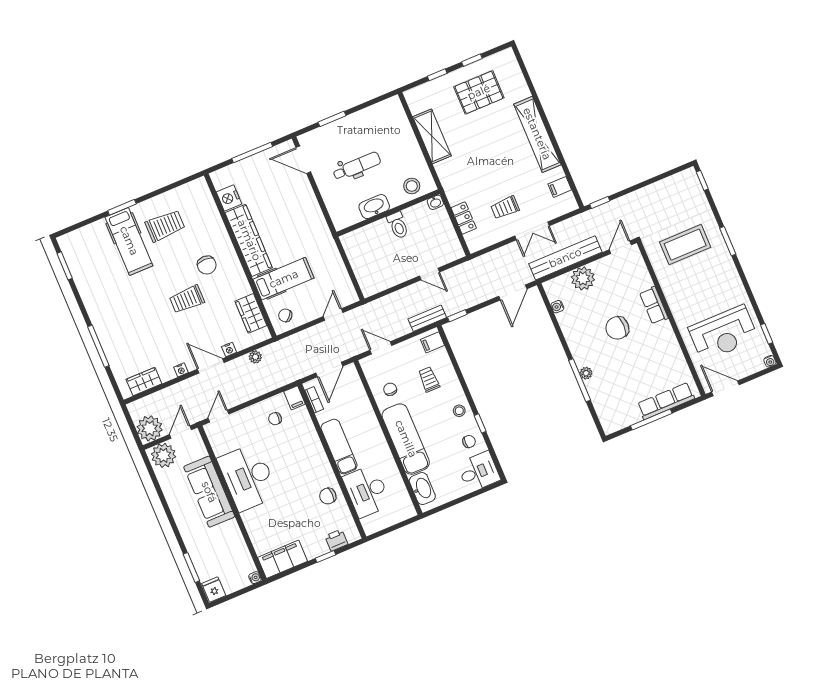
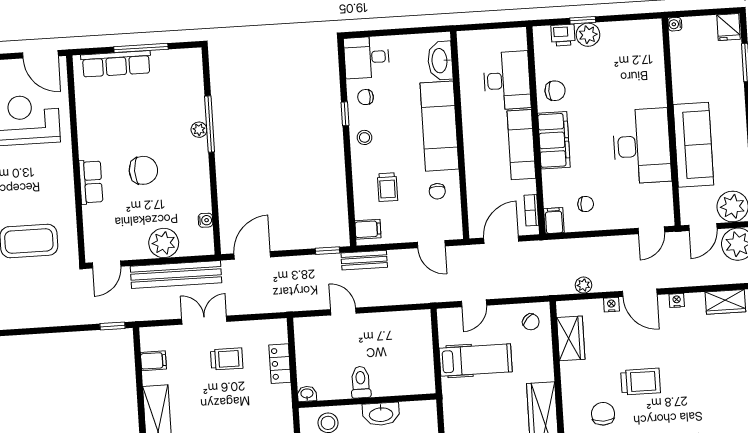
hospital bed: (284, 279) -> (476, 360), moved, turned 180
plant: (318, 547) -> (588, 35), added
filing cabinet: (283, 559) -> (554, 140), moved, turned -90

